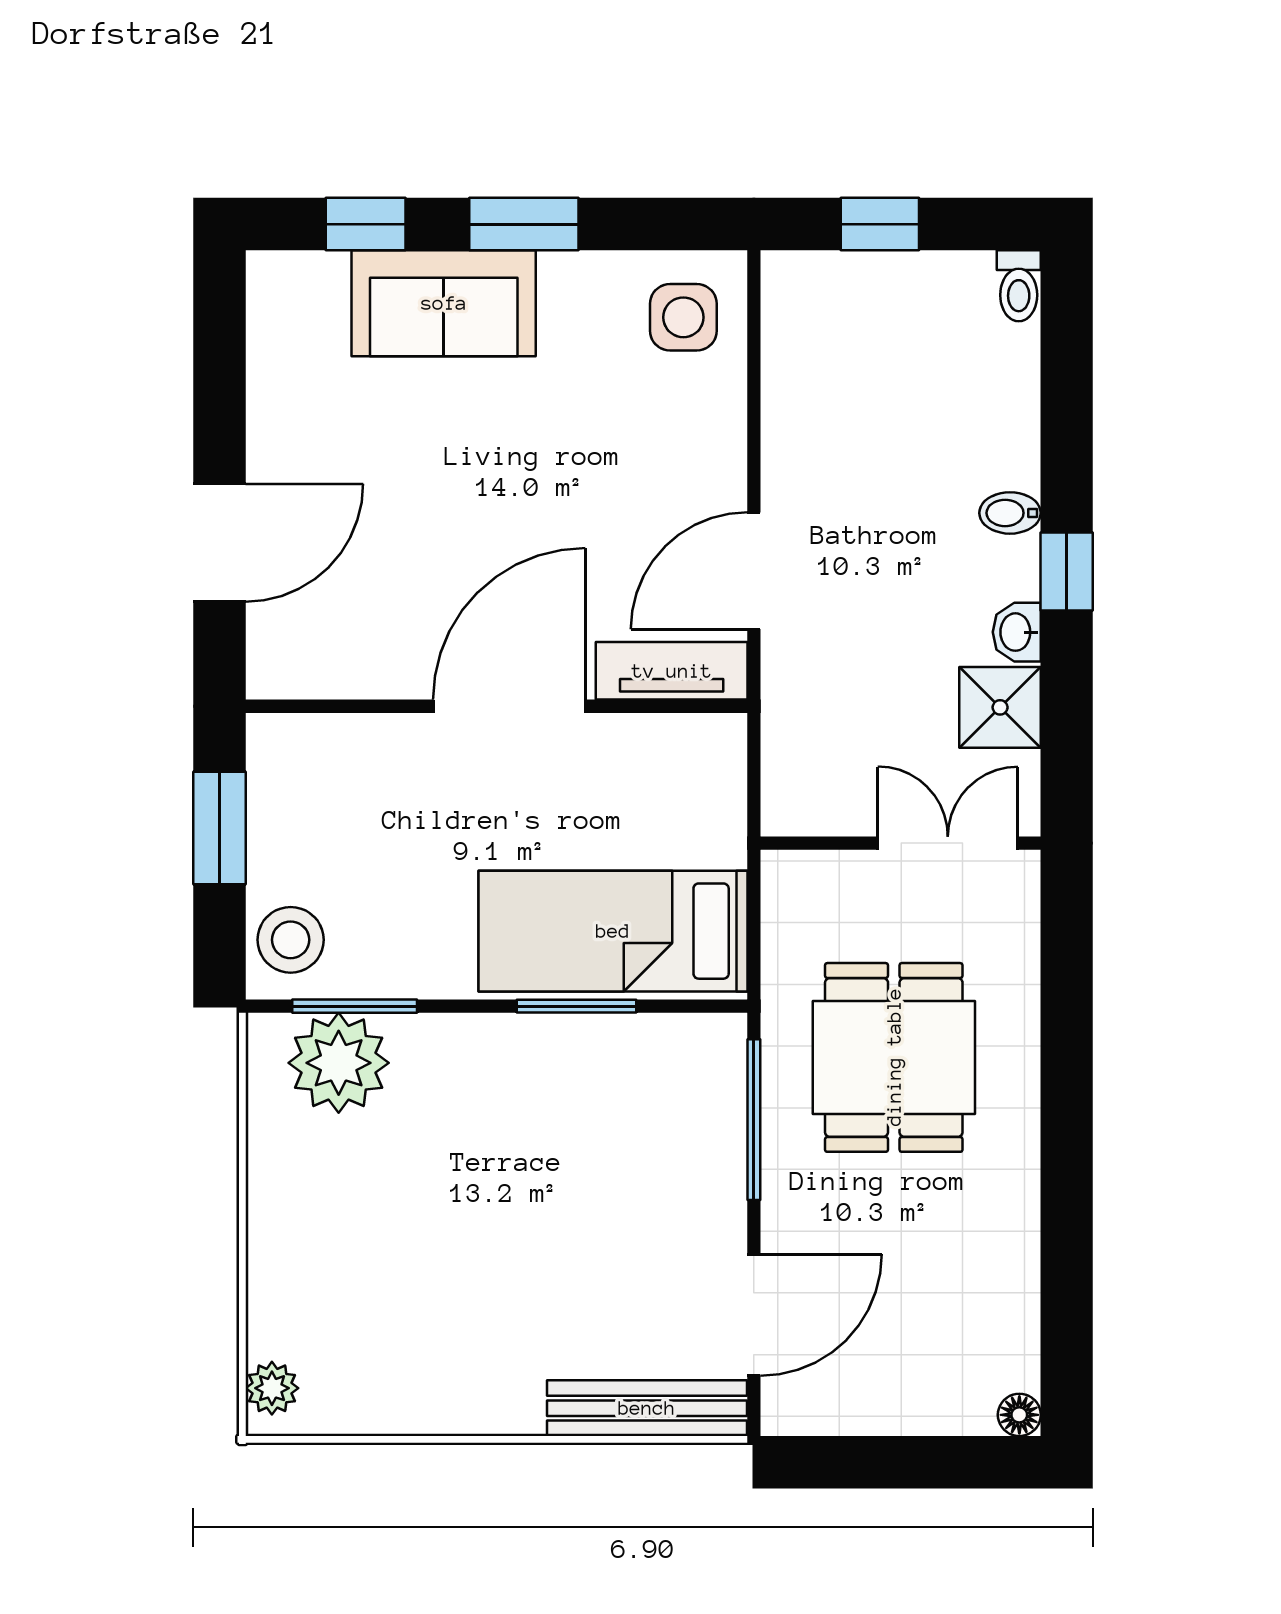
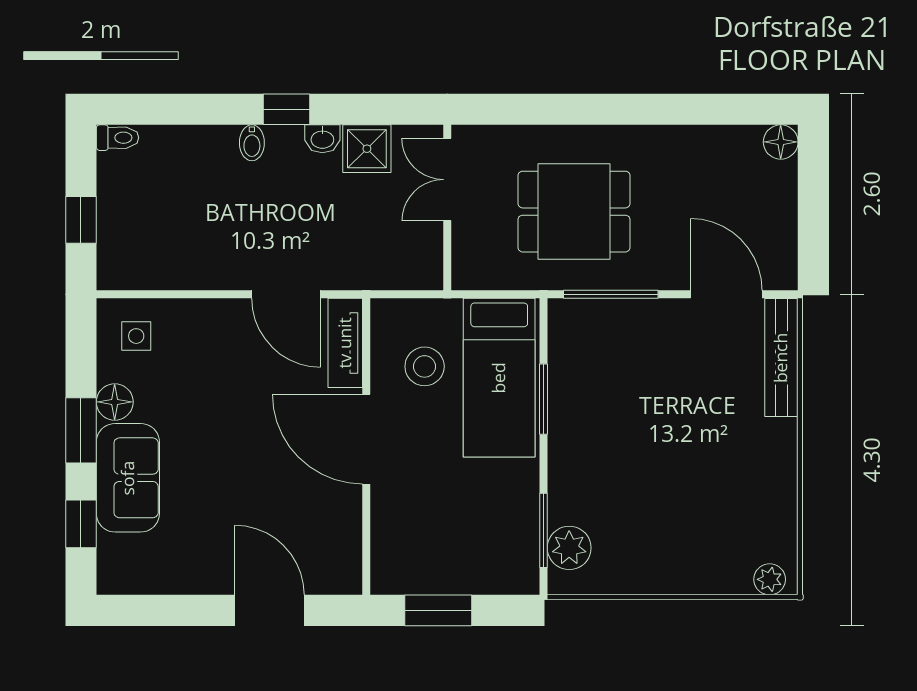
floor lamp: (572, 281) -> (115, 402), added
side table: (683, 317) -> (136, 336), width x0.73, depth x0.73
stool: (291, 940) -> (425, 366), moved
plant: (339, 1063) -> (569, 548), width x0.73, depth x0.73
floor lamp: (1019, 1415) -> (781, 142), width x1.37, depth x1.37

